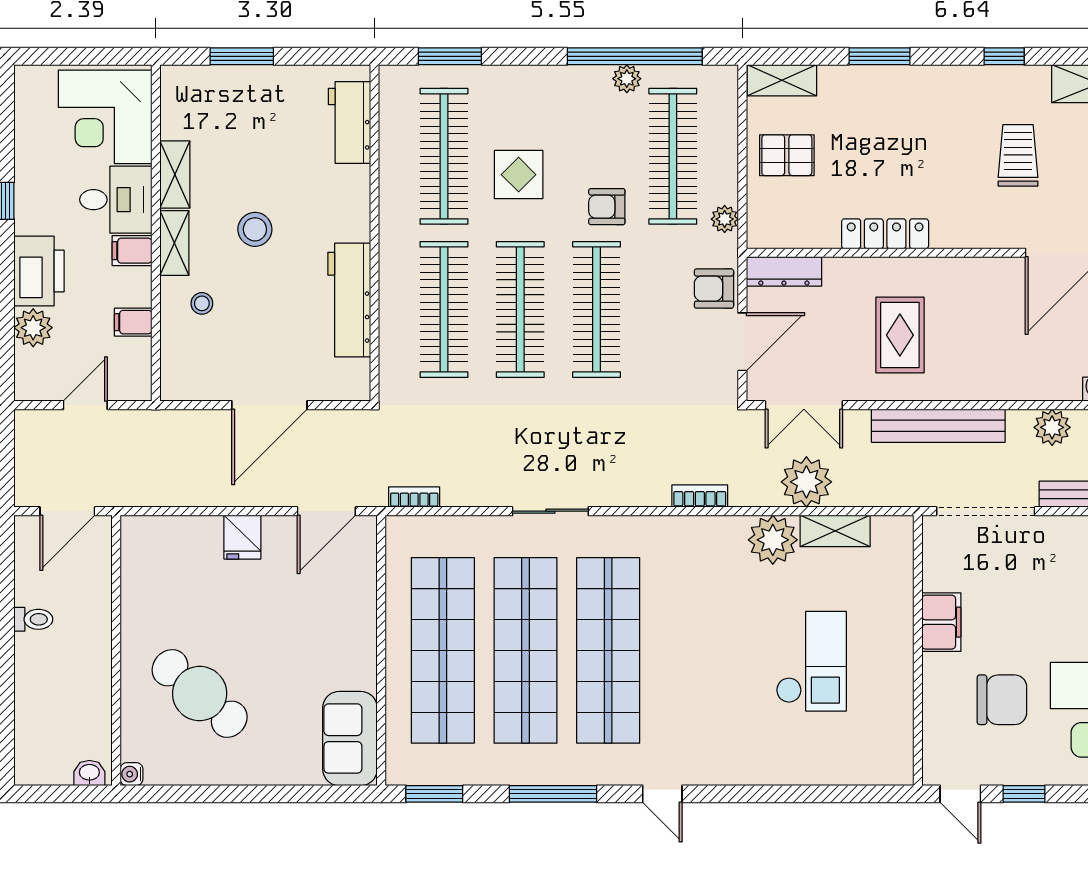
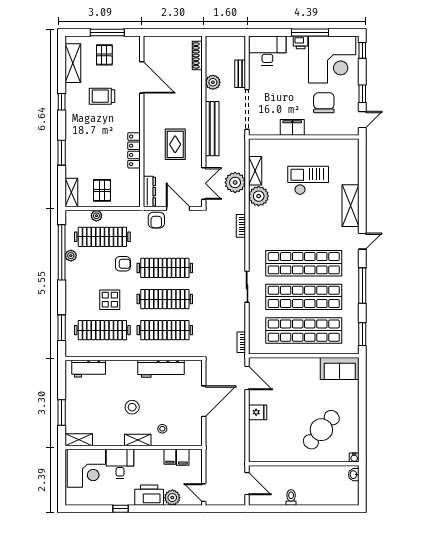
shelving: (175, 175) -> (79, 440), moved
armchair: (607, 207) -> (123, 264), turned -90
plant: (725, 219) -> (96, 216), moved
filing cabinet: (132, 251) -> (183, 457), moved
rug: (900, 335) -> (175, 144), turned 90
door: (85, 405) -> (204, 493), moved
door: (269, 405) -> (204, 401), hinge flipped
shelving: (749, 765) -> (350, 206), added

